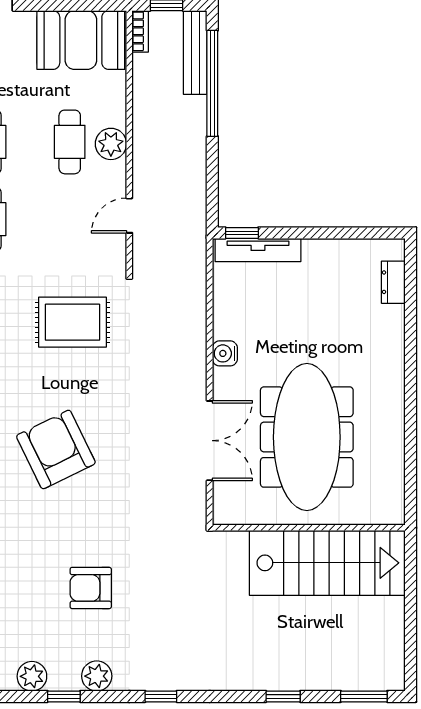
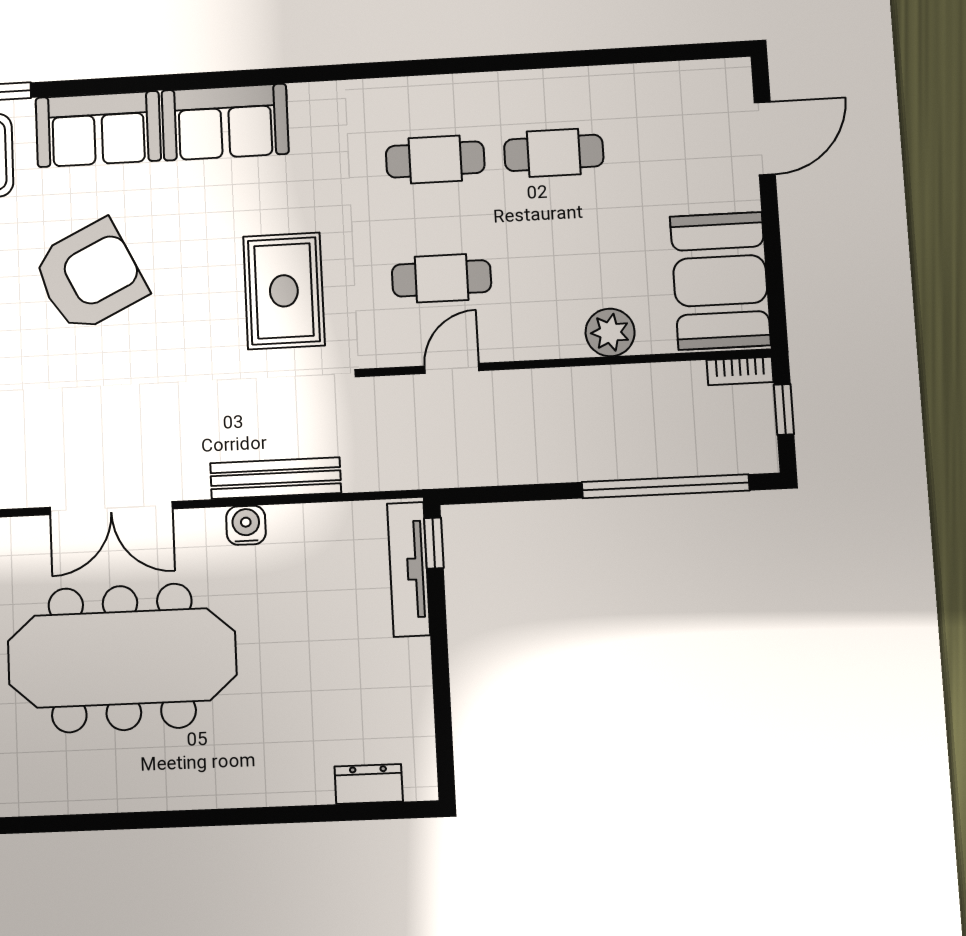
bench: (195, 53) -> (276, 478), moved
cafe table: (70, 142) -> (441, 278), moved
plant: (111, 144) -> (610, 332), moved
door: (129, 216) -> (452, 368), hinge flipped

